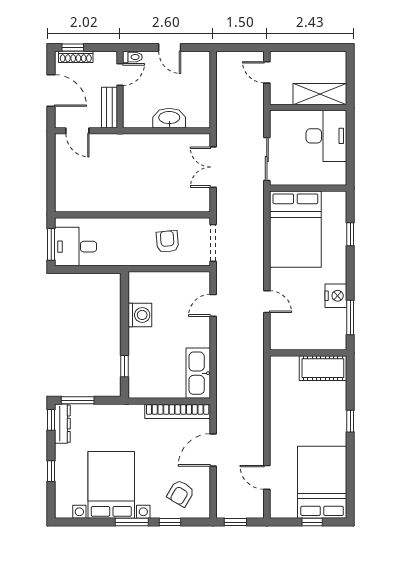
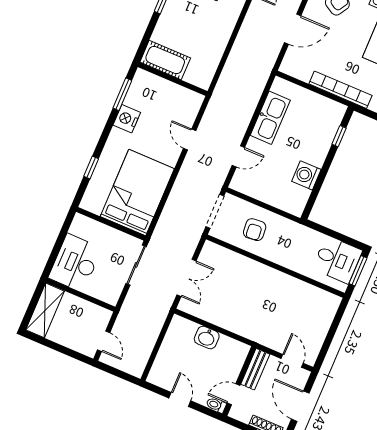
shelving: (320, 94) -> (45, 310), moved, turned 90
washbasin: (169, 118) -> (207, 338), width x0.72
kitchen sink: (198, 373) -> (270, 118), moved
bookcase: (178, 411) -> (340, 90), moved

